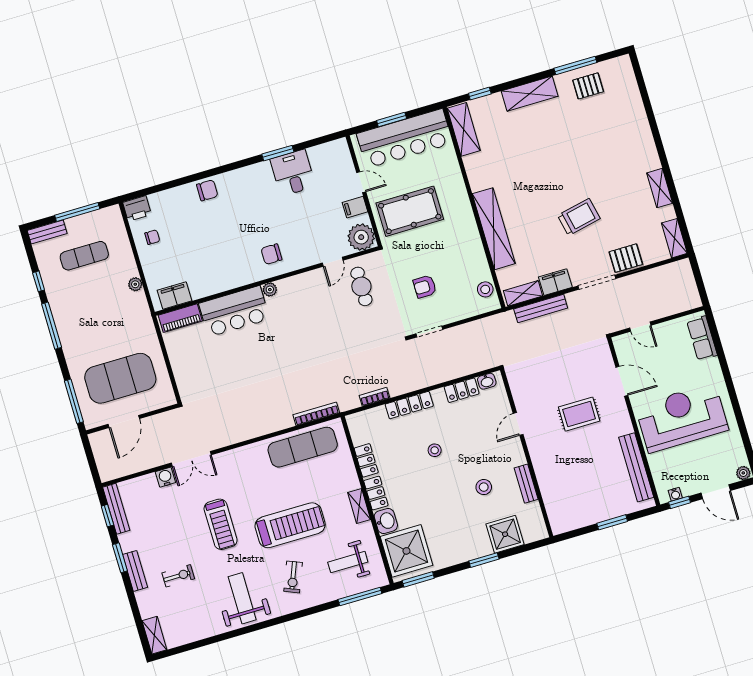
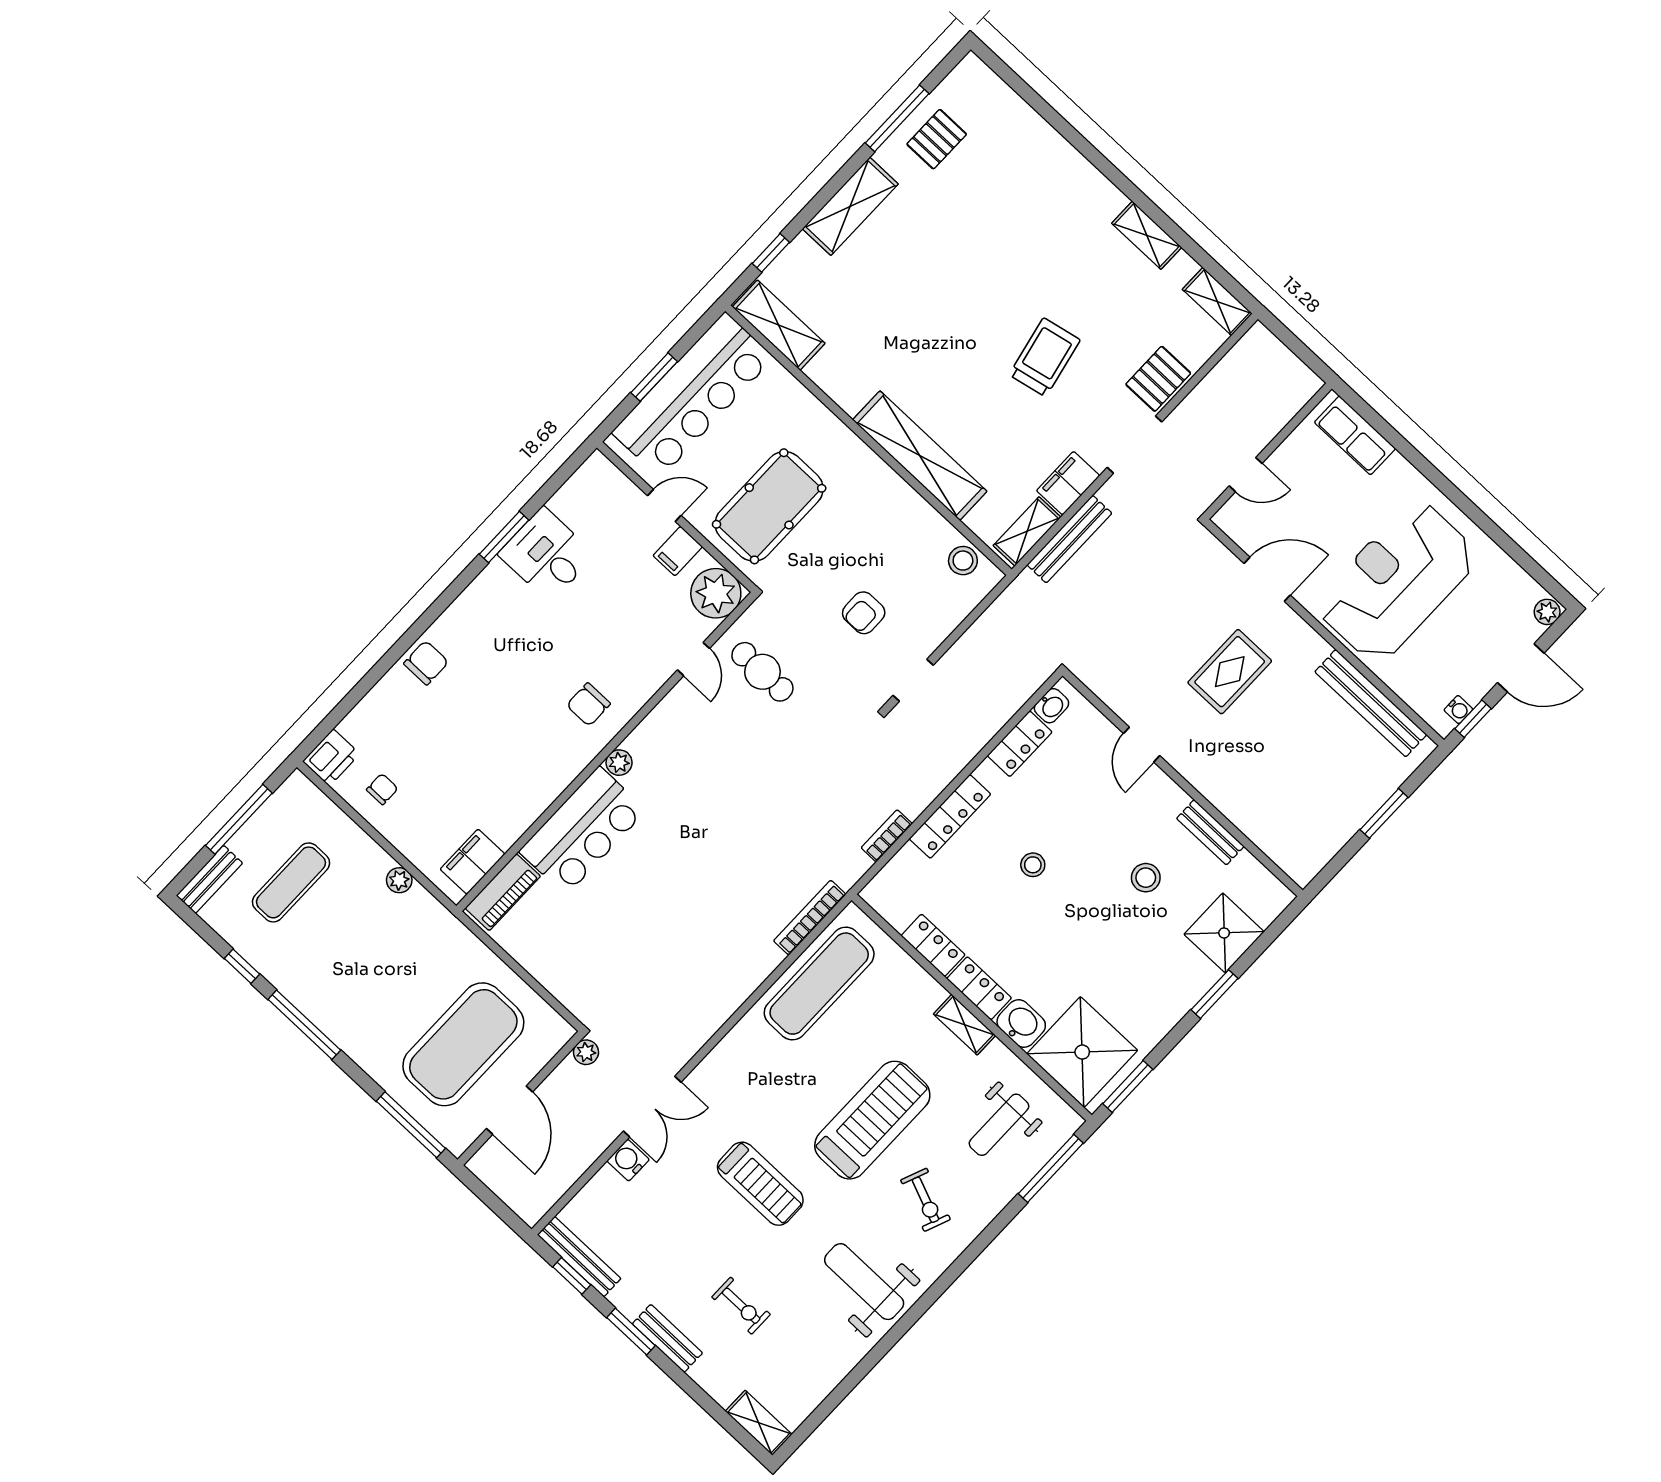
plant: (175, 415) -> (586, 1052), added
exercise bike: (178, 576) -> (741, 1306), turned 90

